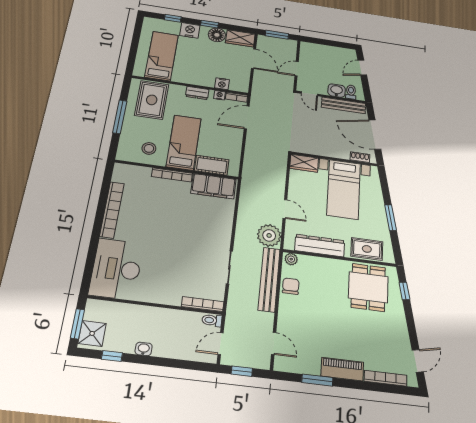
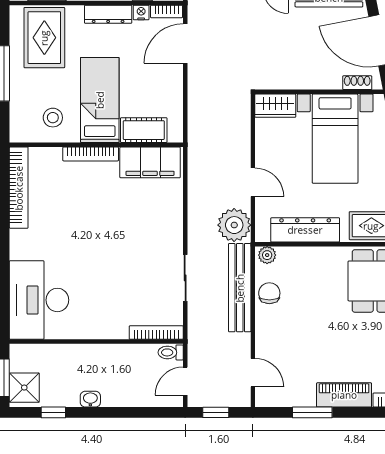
dresser: (197, 93) -> (108, 14), width x1.44
bookcase: (112, 210) -> (19, 188), moved

